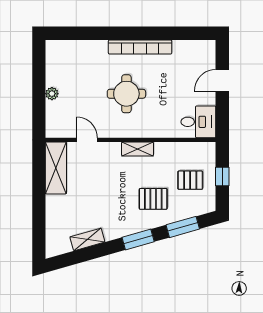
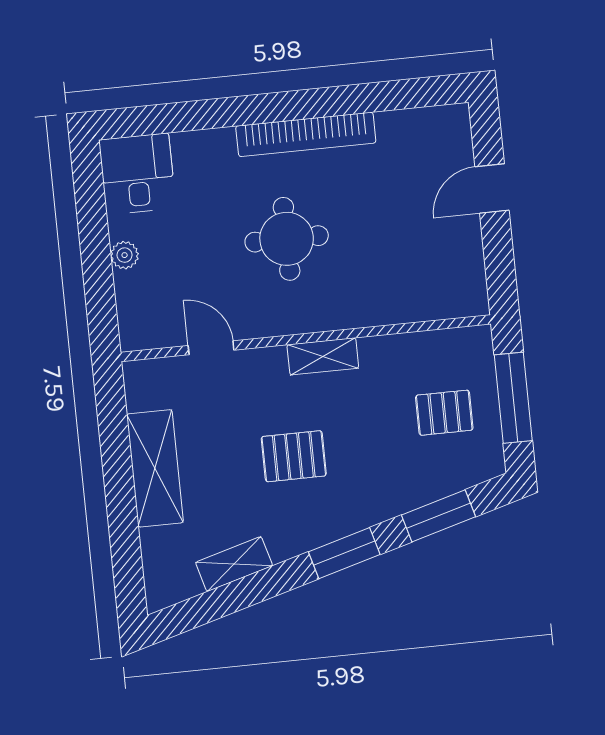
desk: (198, 122) -> (137, 174), moved, turned -90
shelving: (56, 168) -> (155, 468), moved
window: (222, 177) -> (513, 398), width x2.17
pallet: (153, 199) -> (294, 456), moved

